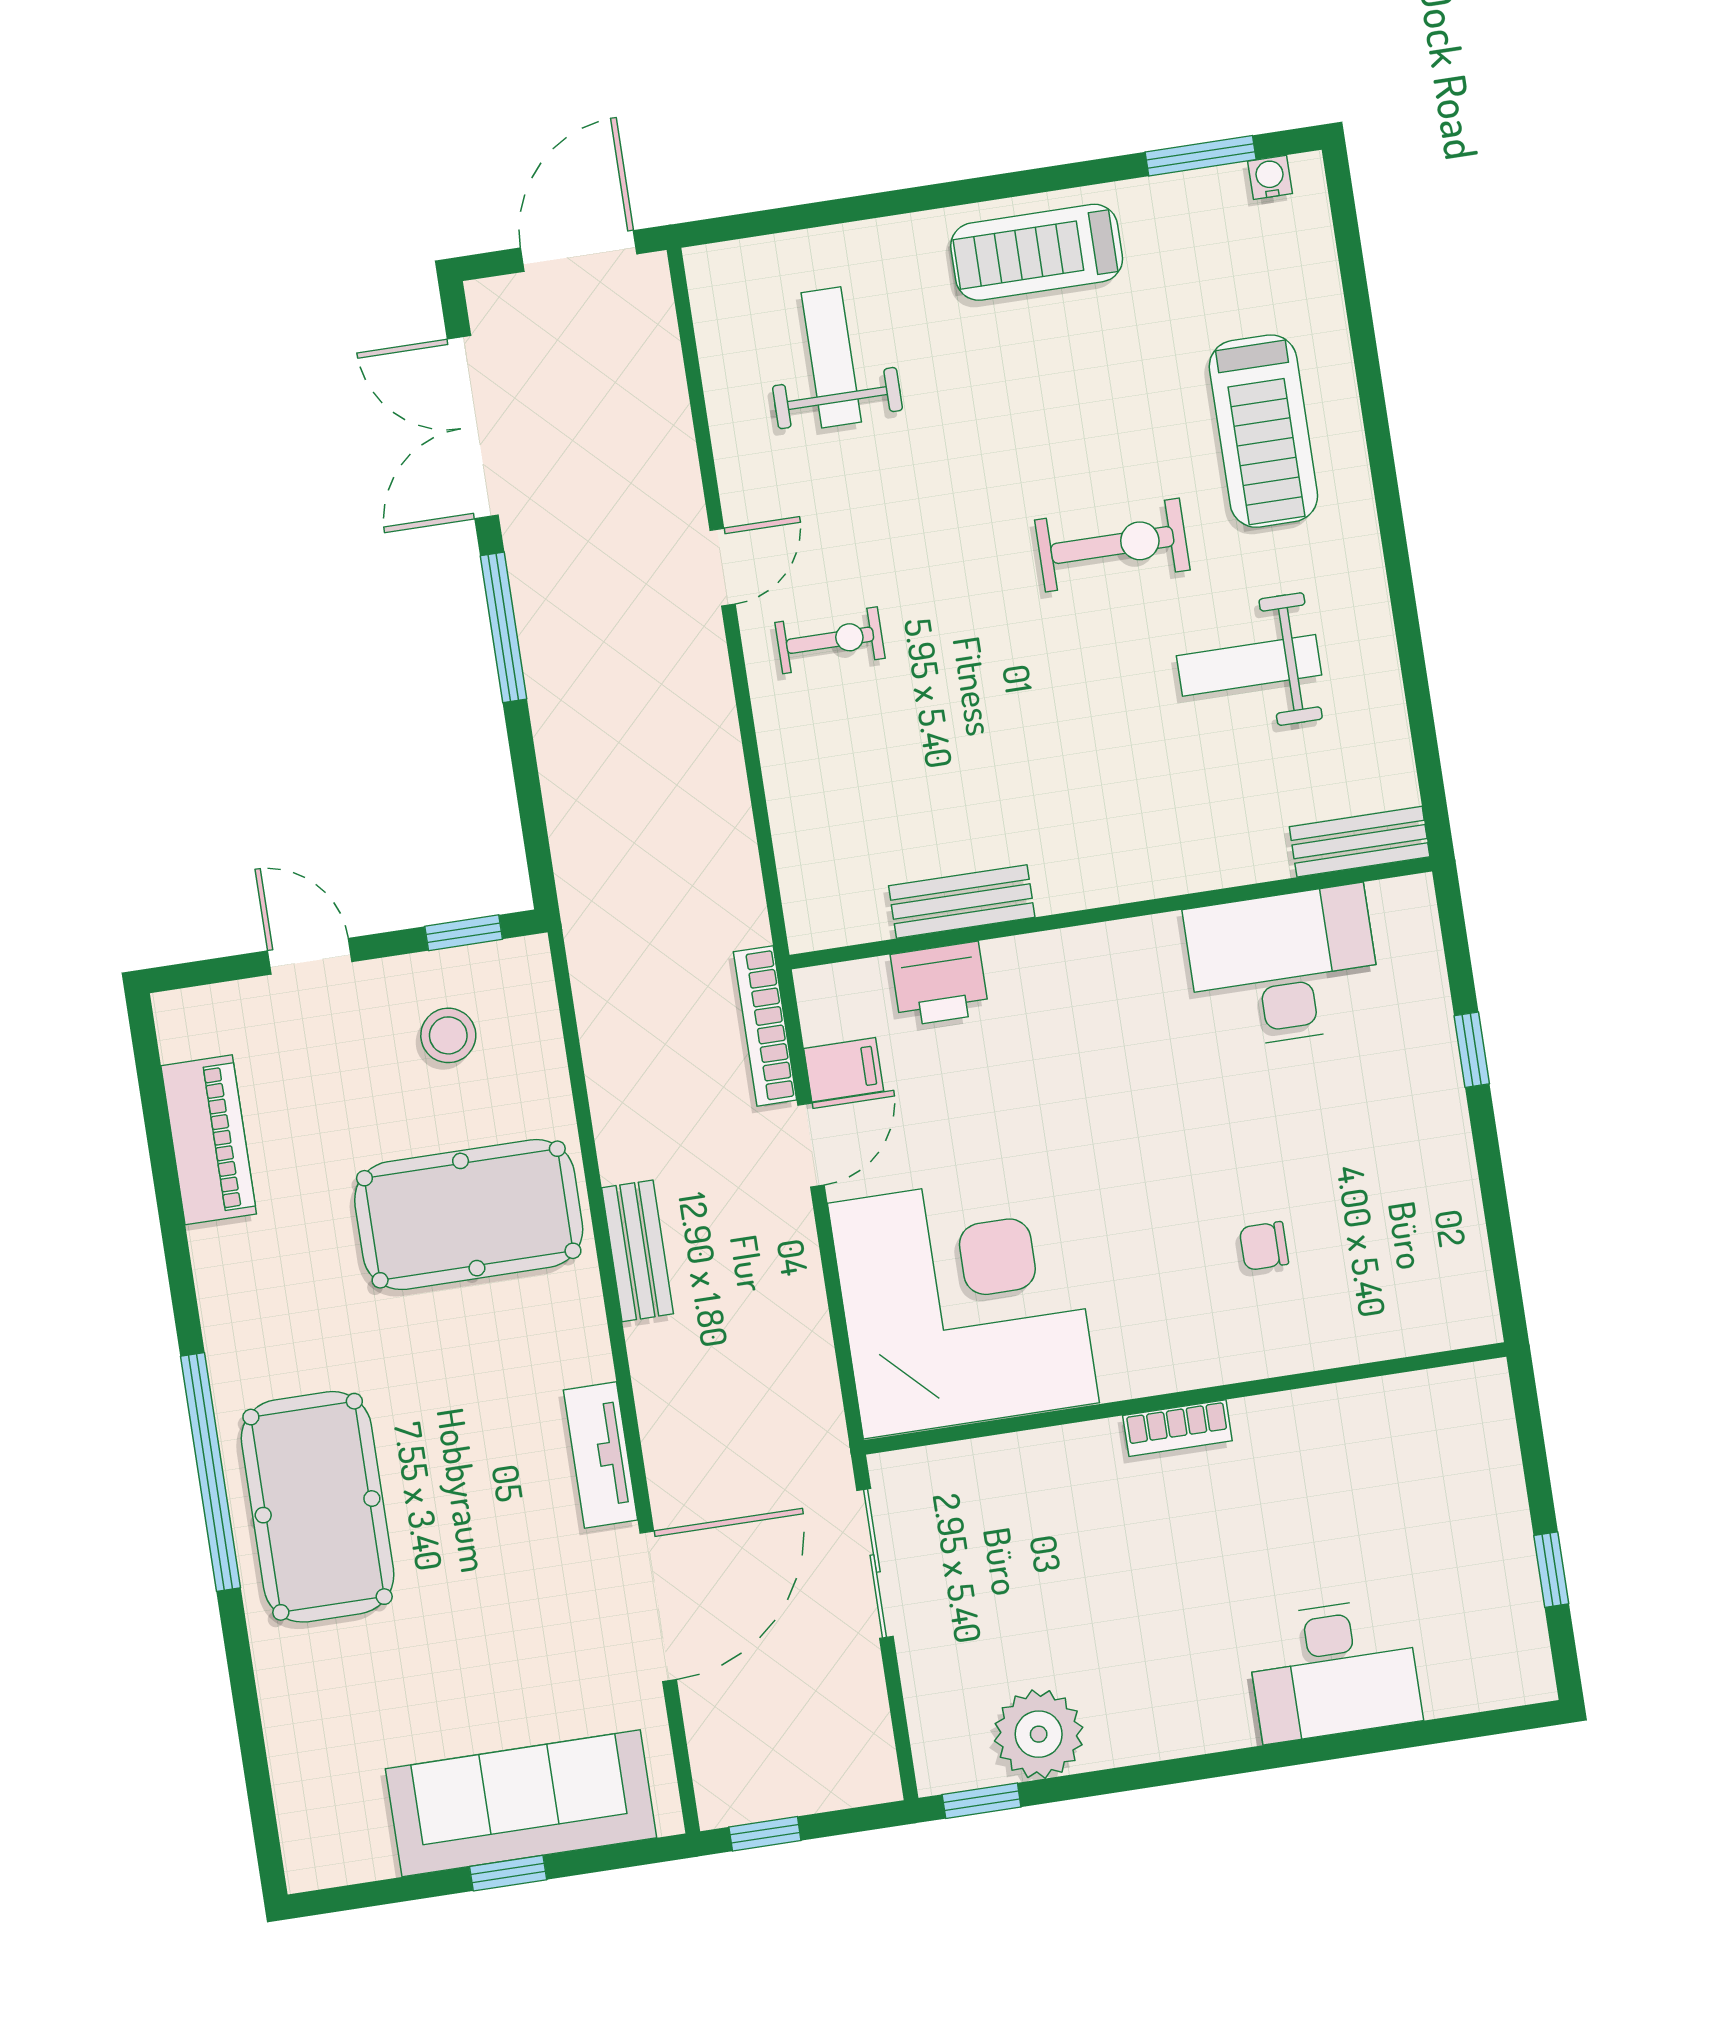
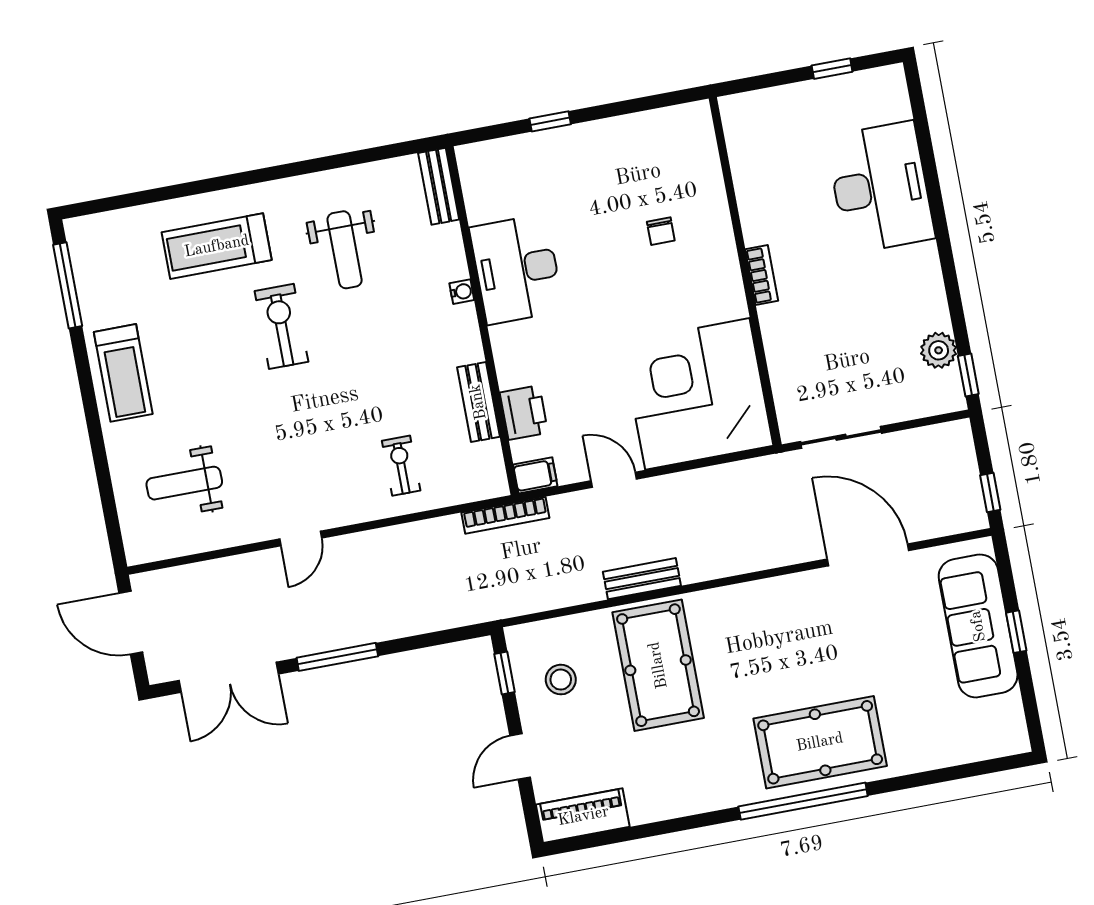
window: (1201, 156) -> (68, 285), width x1.44
water cooler: (1270, 177) -> (462, 292), moved, turned 180
treadmill: (1263, 431) -> (217, 246), turned 180
door: (723, 567) -> (301, 538), swing flipped
exercise bike: (830, 640) -> (401, 466), moved
desk: (1283, 967) -> (517, 269), moved
bookcase: (765, 1026) -> (505, 515), moved
filing cabinet: (844, 1070) -> (535, 475), moved, turned 90
piano: (209, 1140) -> (583, 816), moved
bench: (637, 1251) -> (642, 579), moved
tv unit: (600, 1455) -> (787, 589), removed
desk: (1334, 1670) -> (880, 187), width x1.36, depth x1.30
plant: (1039, 1734) -> (939, 350), width x0.73, depth x0.73

